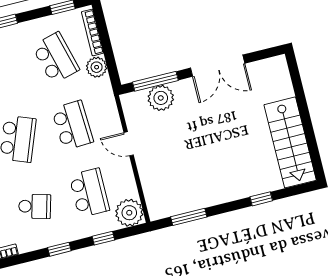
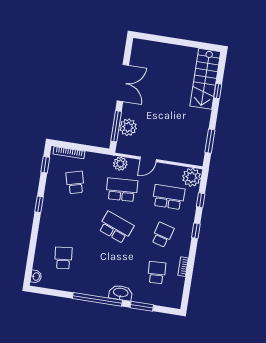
school desk: (56, 58) -> (75, 182), width x0.54
plant: (97, 67) -> (120, 164), moved
stairs: (290, 142) -> (205, 79), moved, turned 90

